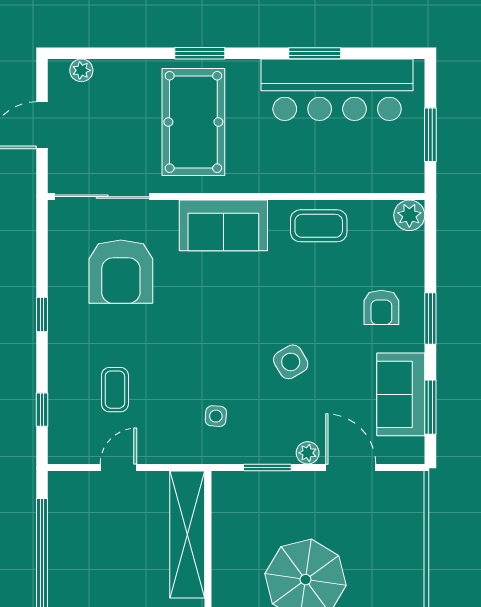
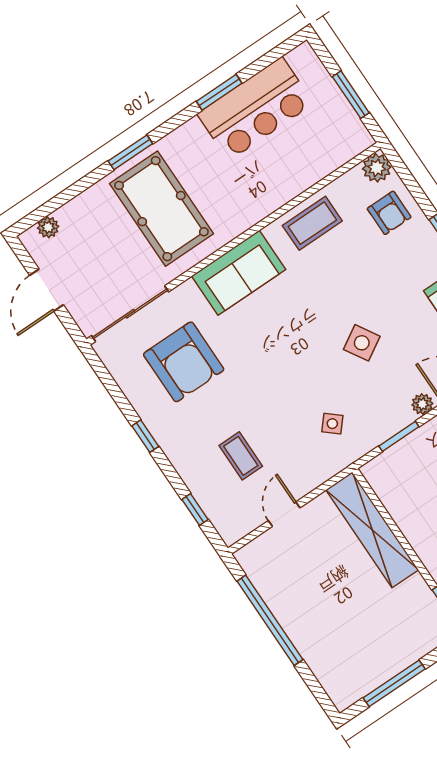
bar counter: (337, 90) -> (255, 109), width x0.73
armchair: (381, 307) -> (389, 213), moved
side table: (216, 416) -> (332, 424), turned 37

